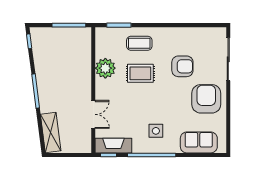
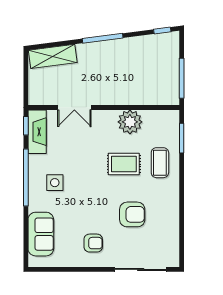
armchair: (182, 66) -> (132, 214), turned -90
rug: (140, 73) -> (124, 164), turned 90
armchair: (206, 99) -> (93, 243), width x0.53, depth x0.53

